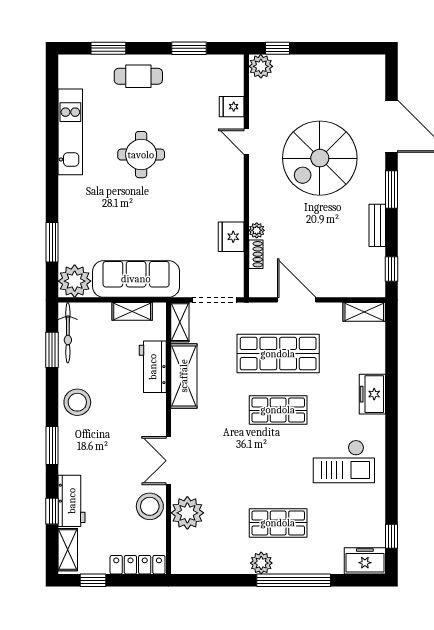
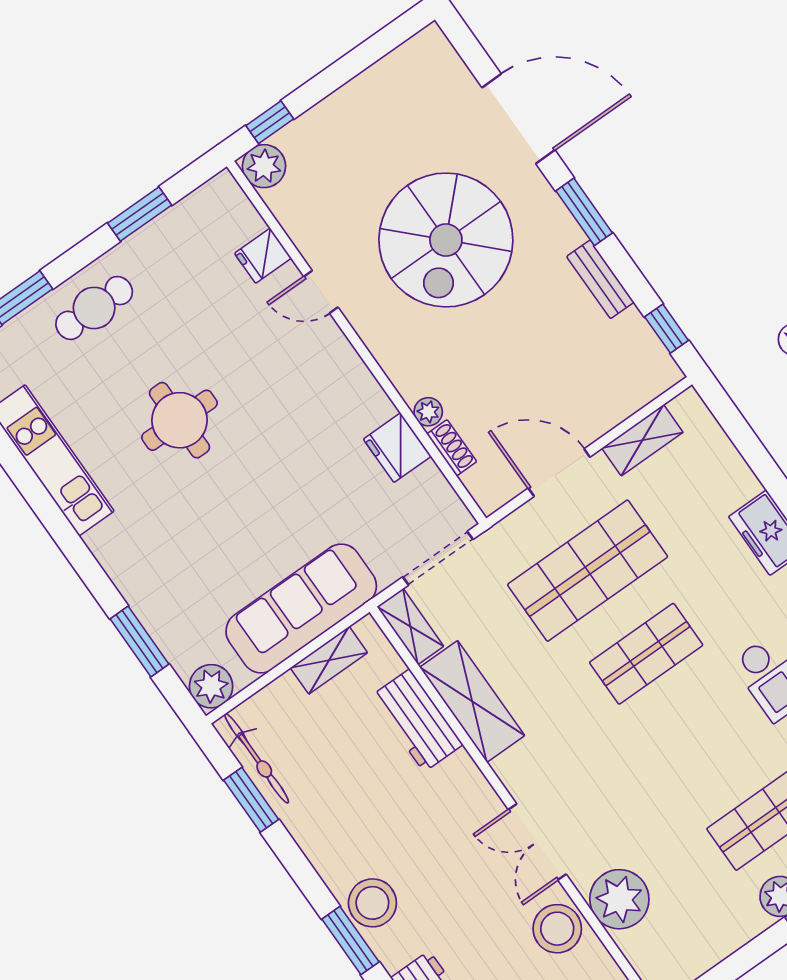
plant: (75, 281) -> (211, 686), width x0.73, depth x0.73
shelving: (364, 312) -> (642, 440), moved
stool: (77, 402) -> (372, 903), moved

